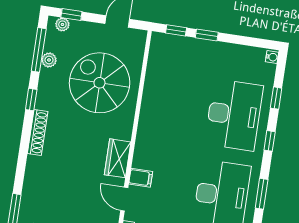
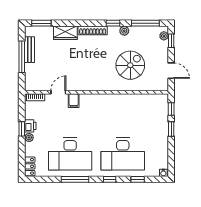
plant: (49, 60) -> (124, 31), moved
spiral stairs: (100, 83) -> (130, 65), width x0.73, depth x0.73
wardrobe: (118, 158) -> (65, 33), moved, turned 180
window: (262, 194) -> (75, 179), width x1.44

